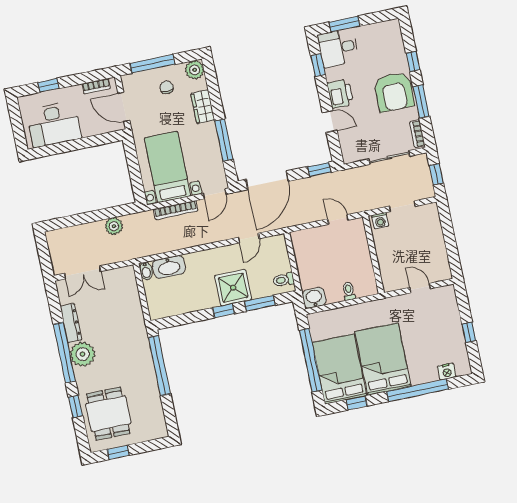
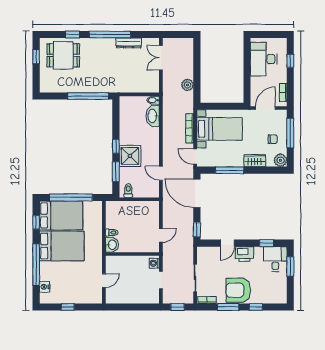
washbasin: (314, 298) -> (112, 245), moved
plant: (83, 354) -> (106, 46), removed

